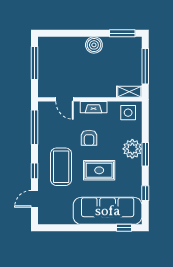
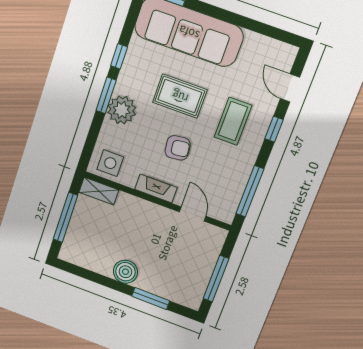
window: (122, 33) -> (151, 299), moved
armchair: (89, 138) -> (178, 148), turned 83
coffee table: (61, 167) -> (233, 121), width x0.73, depth x0.76
window: (145, 193) -> (119, 56), moved
door: (34, 199) -> (290, 88), swing flipped

